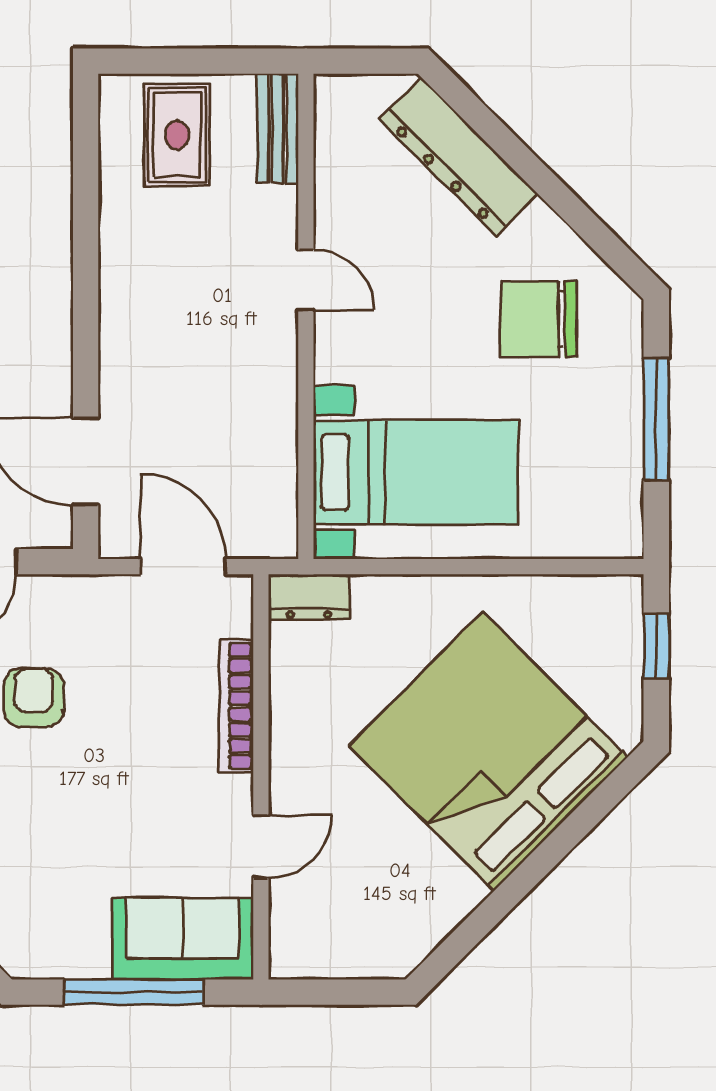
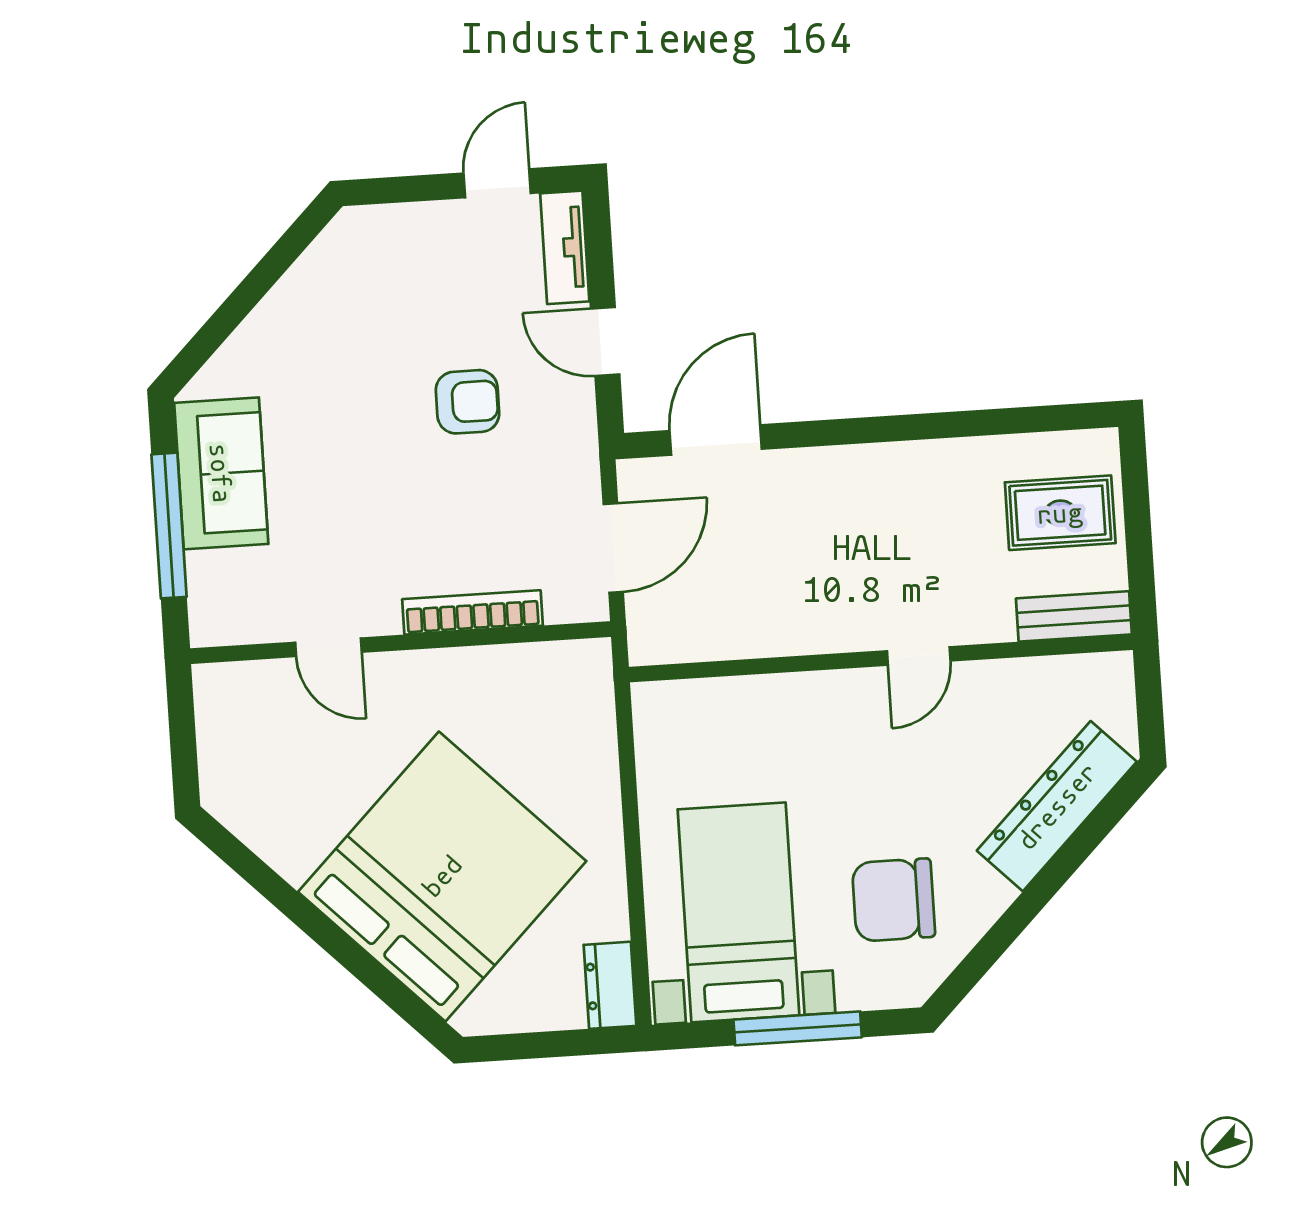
chair: (539, 319) -> (894, 900), turned -90
bed with nightstands: (416, 472) -> (738, 912), moved, turned 180
dresser: (309, 597) -> (610, 985), moved
window: (656, 646) -> (563, 1044), removed
sofa: (183, 939) -> (221, 473), moved

